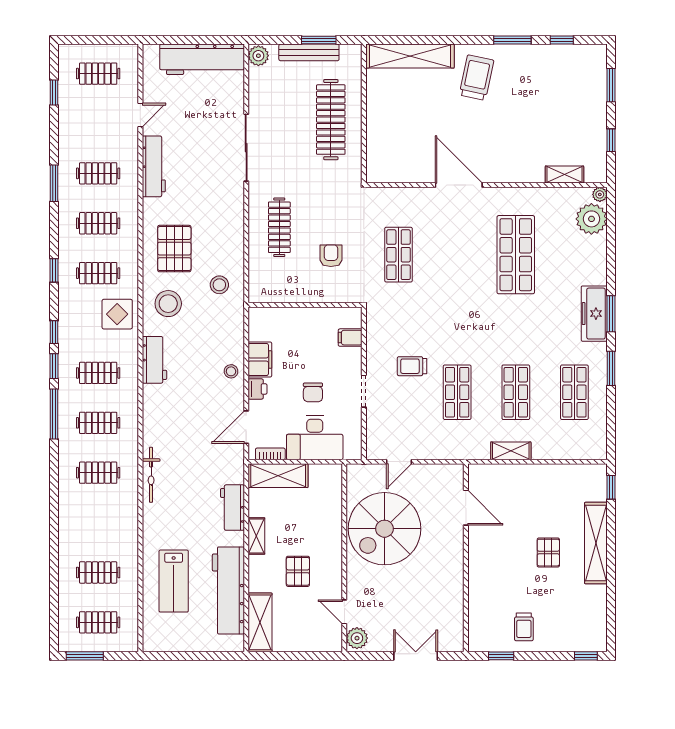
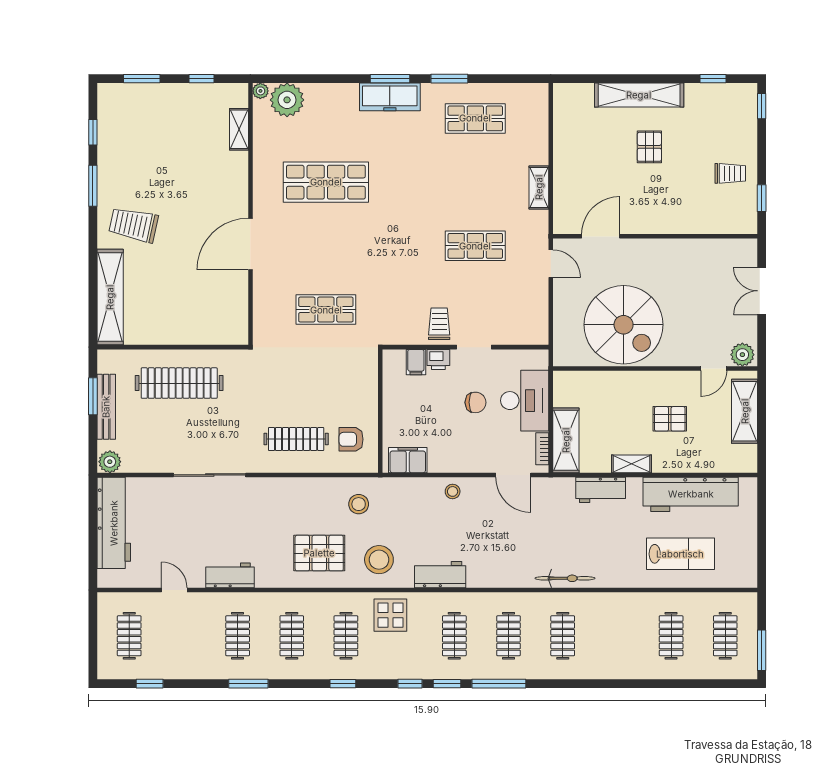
workbench: (154, 166) -> (230, 575), width x0.73
armchair: (331, 256) -> (351, 439), moved
filing cabinet: (260, 360) -> (408, 460), moved
trolley: (412, 366) -> (439, 324), moved, turned 180
printer: (258, 389) -> (438, 359), moved, turned 180
shop shelf: (516, 392) -> (475, 182), removed
door: (399, 462) -> (551, 264), moved
window: (611, 487) -> (713, 79), moved
pallet: (548, 553) -> (649, 147), turned 90
shelving: (260, 622) -> (745, 411), moved, turned 90

